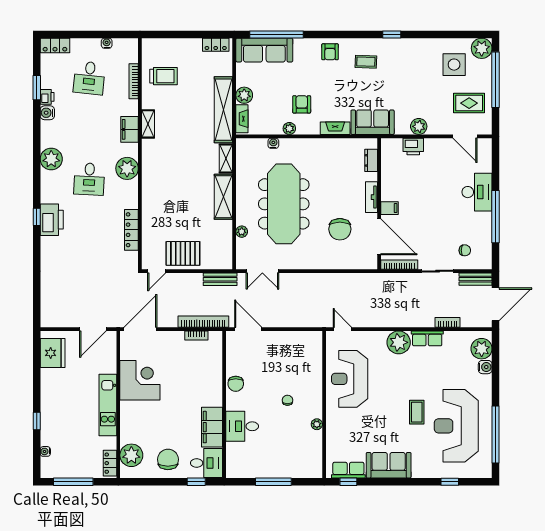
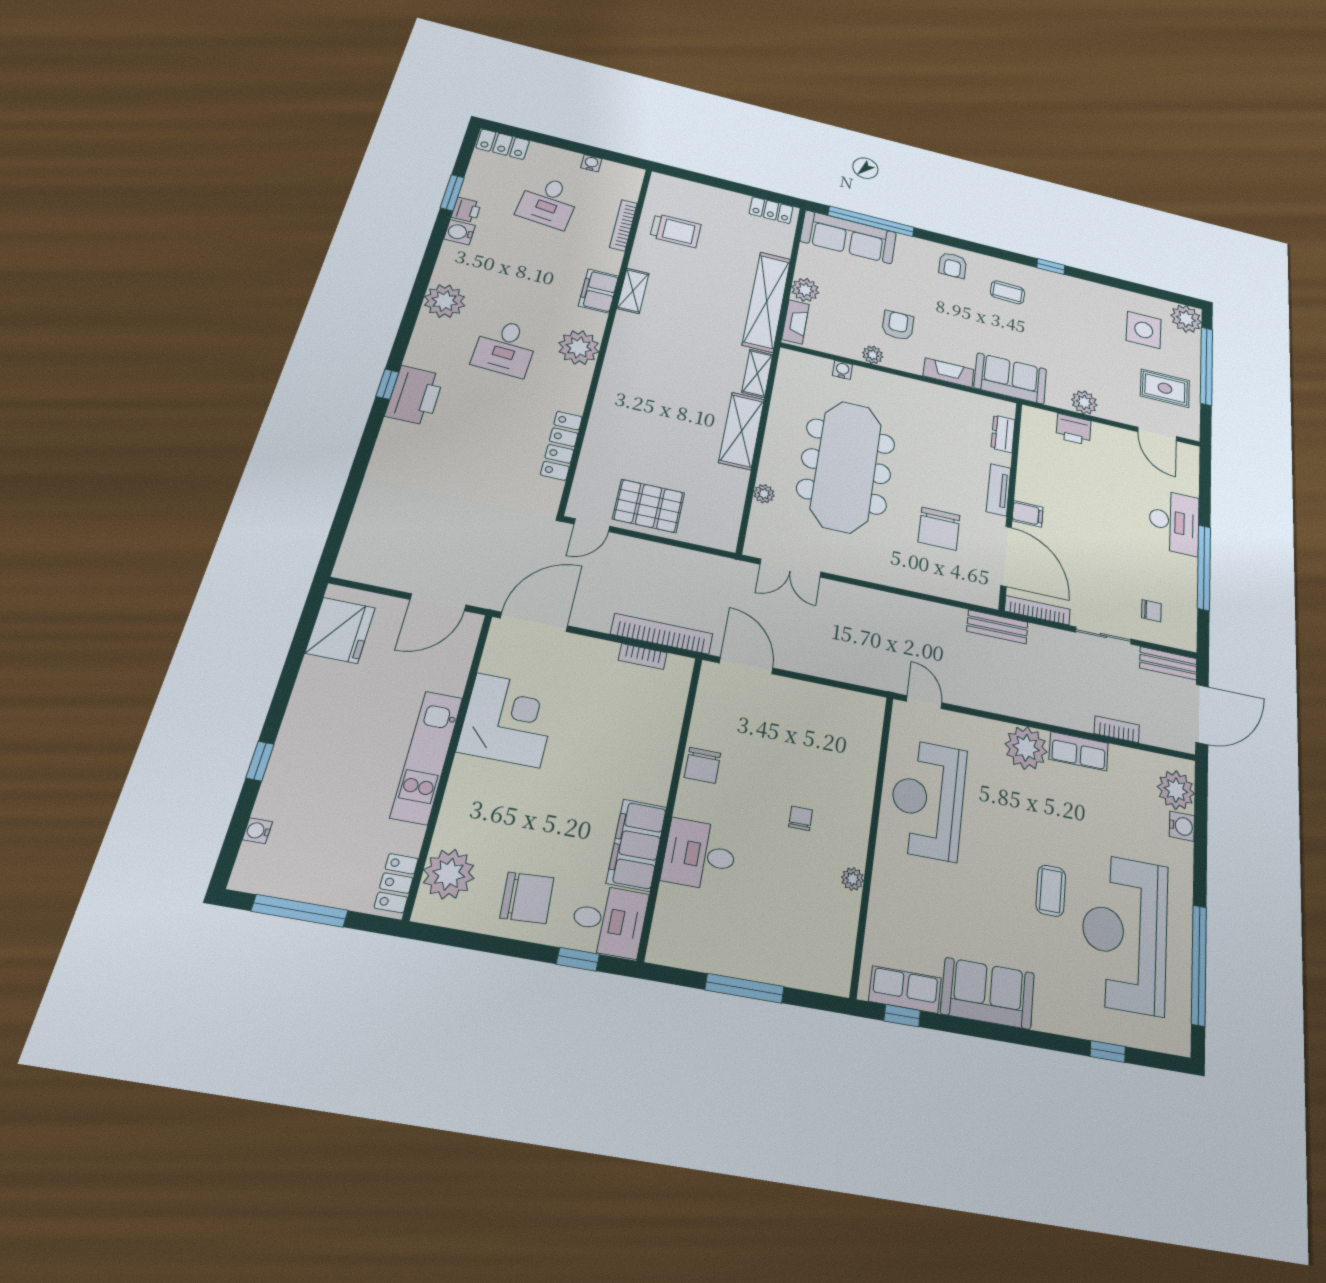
bench: (220, 279) -> (997, 627), moved
chair: (168, 459) -> (527, 898), turned 87

